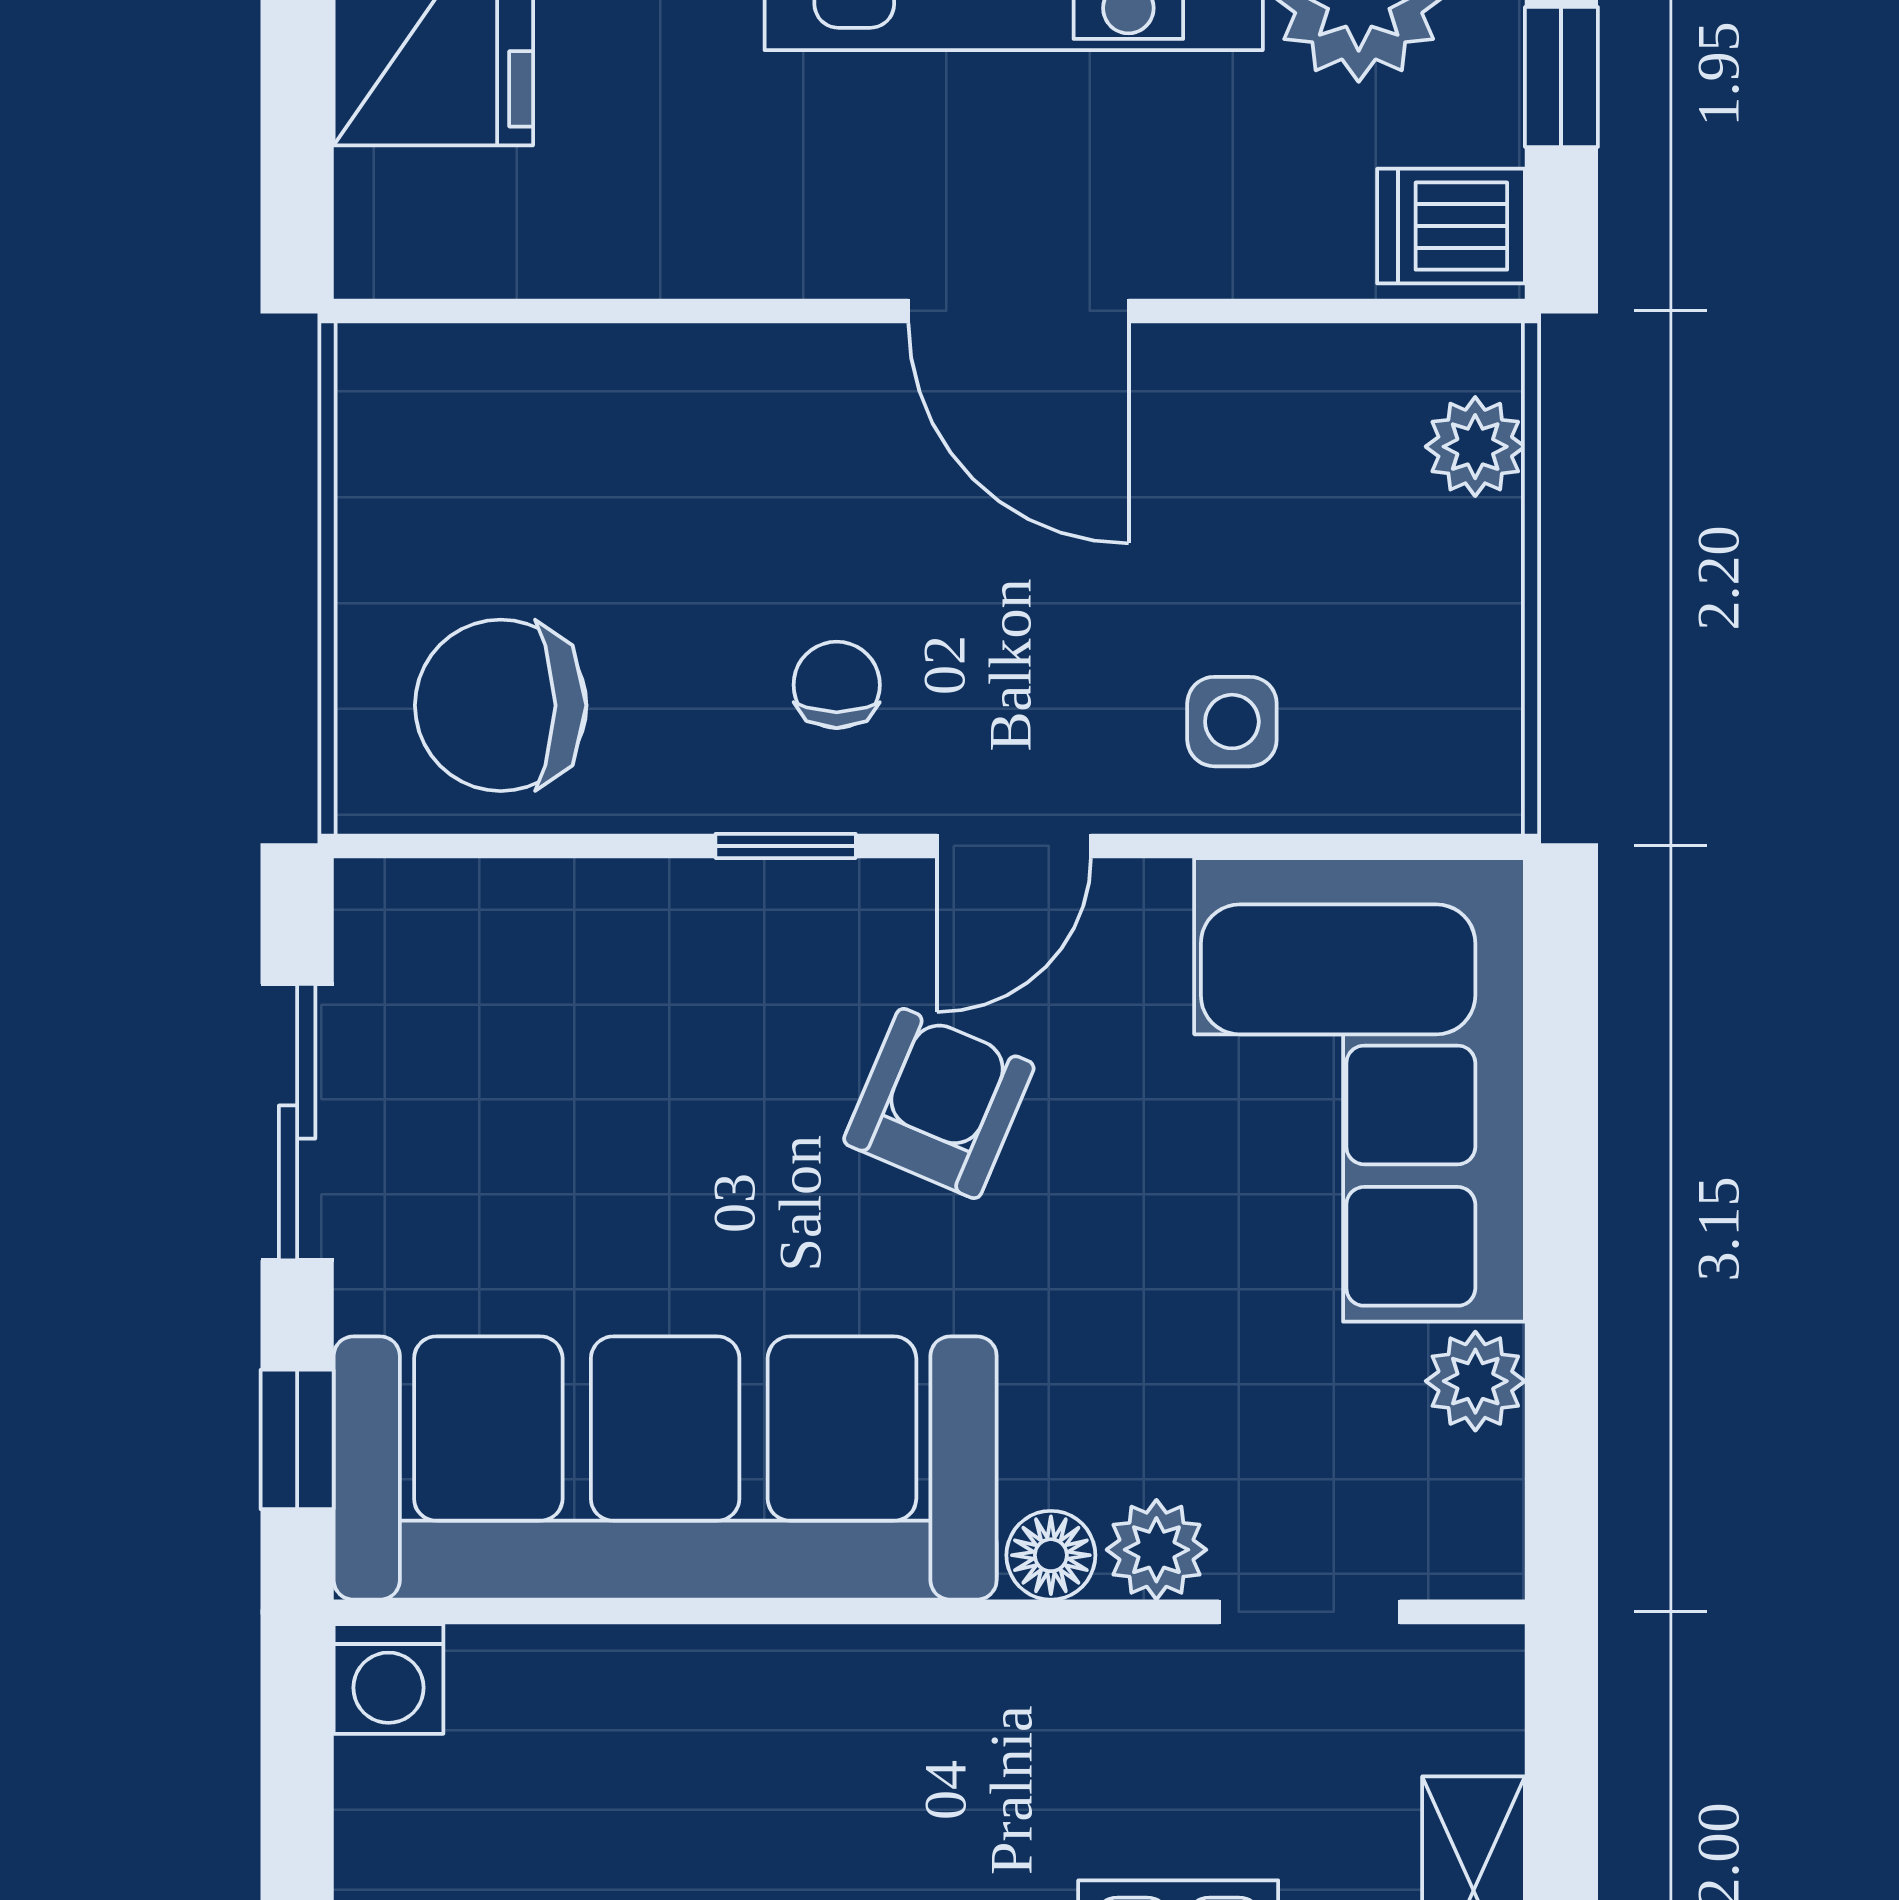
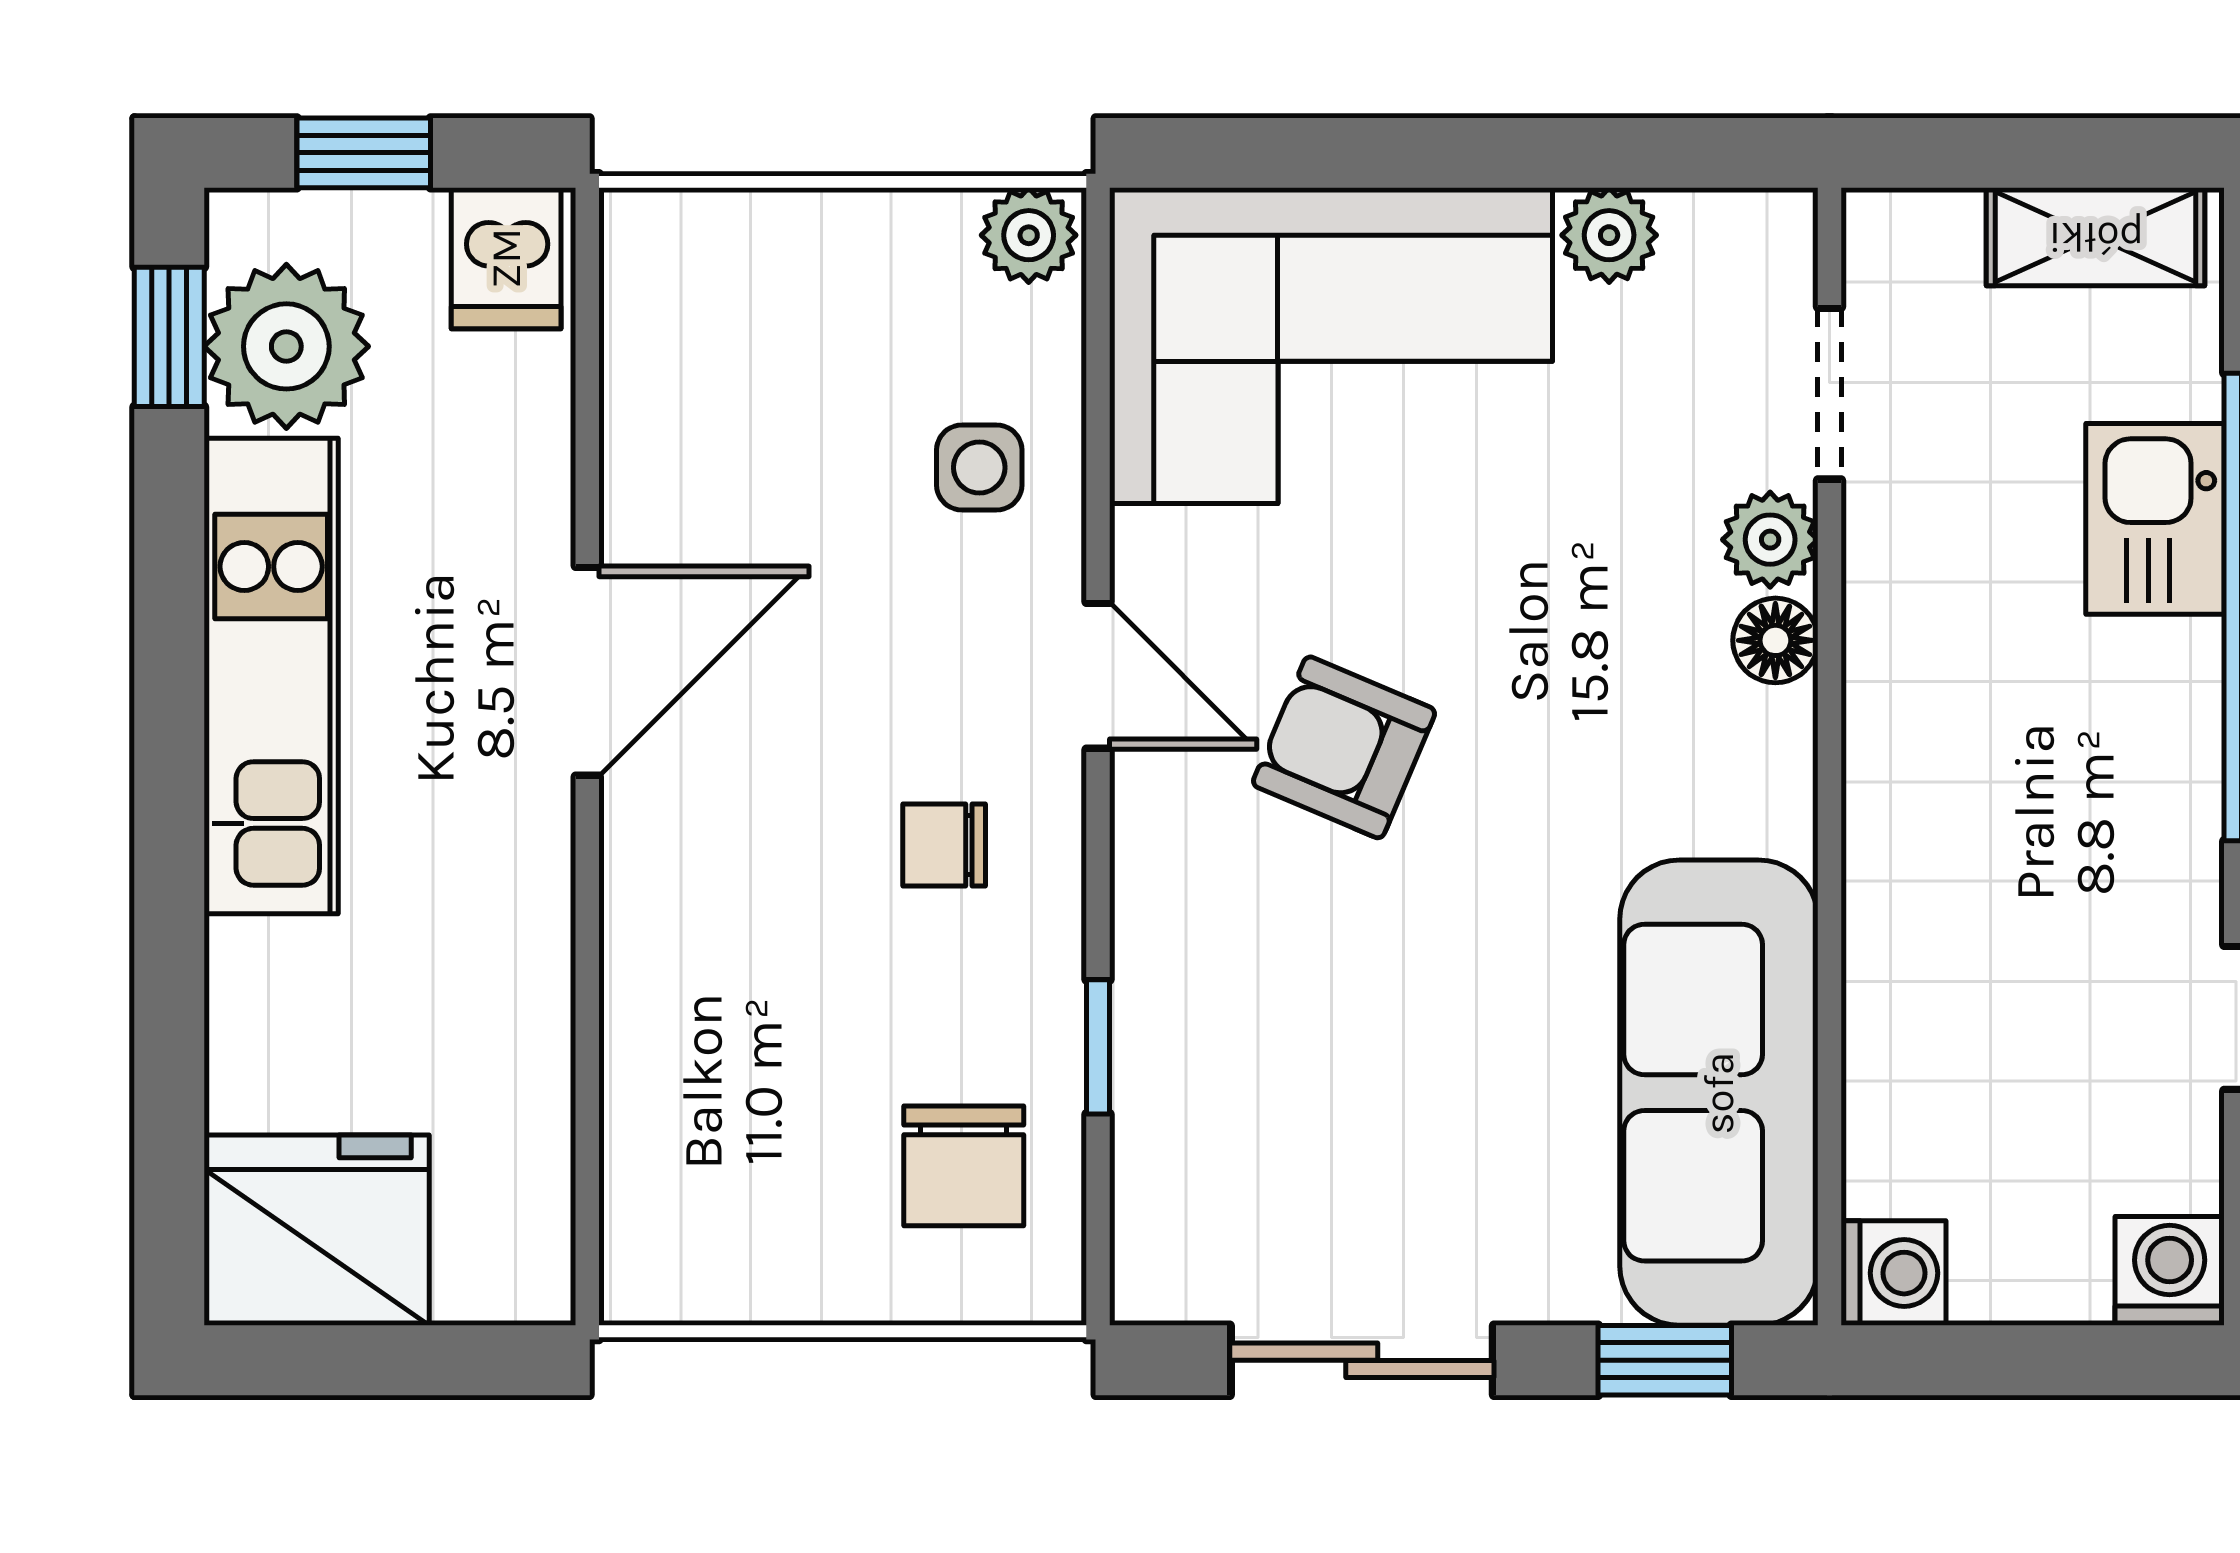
plant: (1475, 447) -> (1029, 235), moved
chair: (501, 705) -> (964, 1166), width x0.73, depth x0.73
window: (786, 846) -> (1098, 1047), moved
sofa: (665, 1468) -> (1719, 1093), width x0.74, depth x0.79

